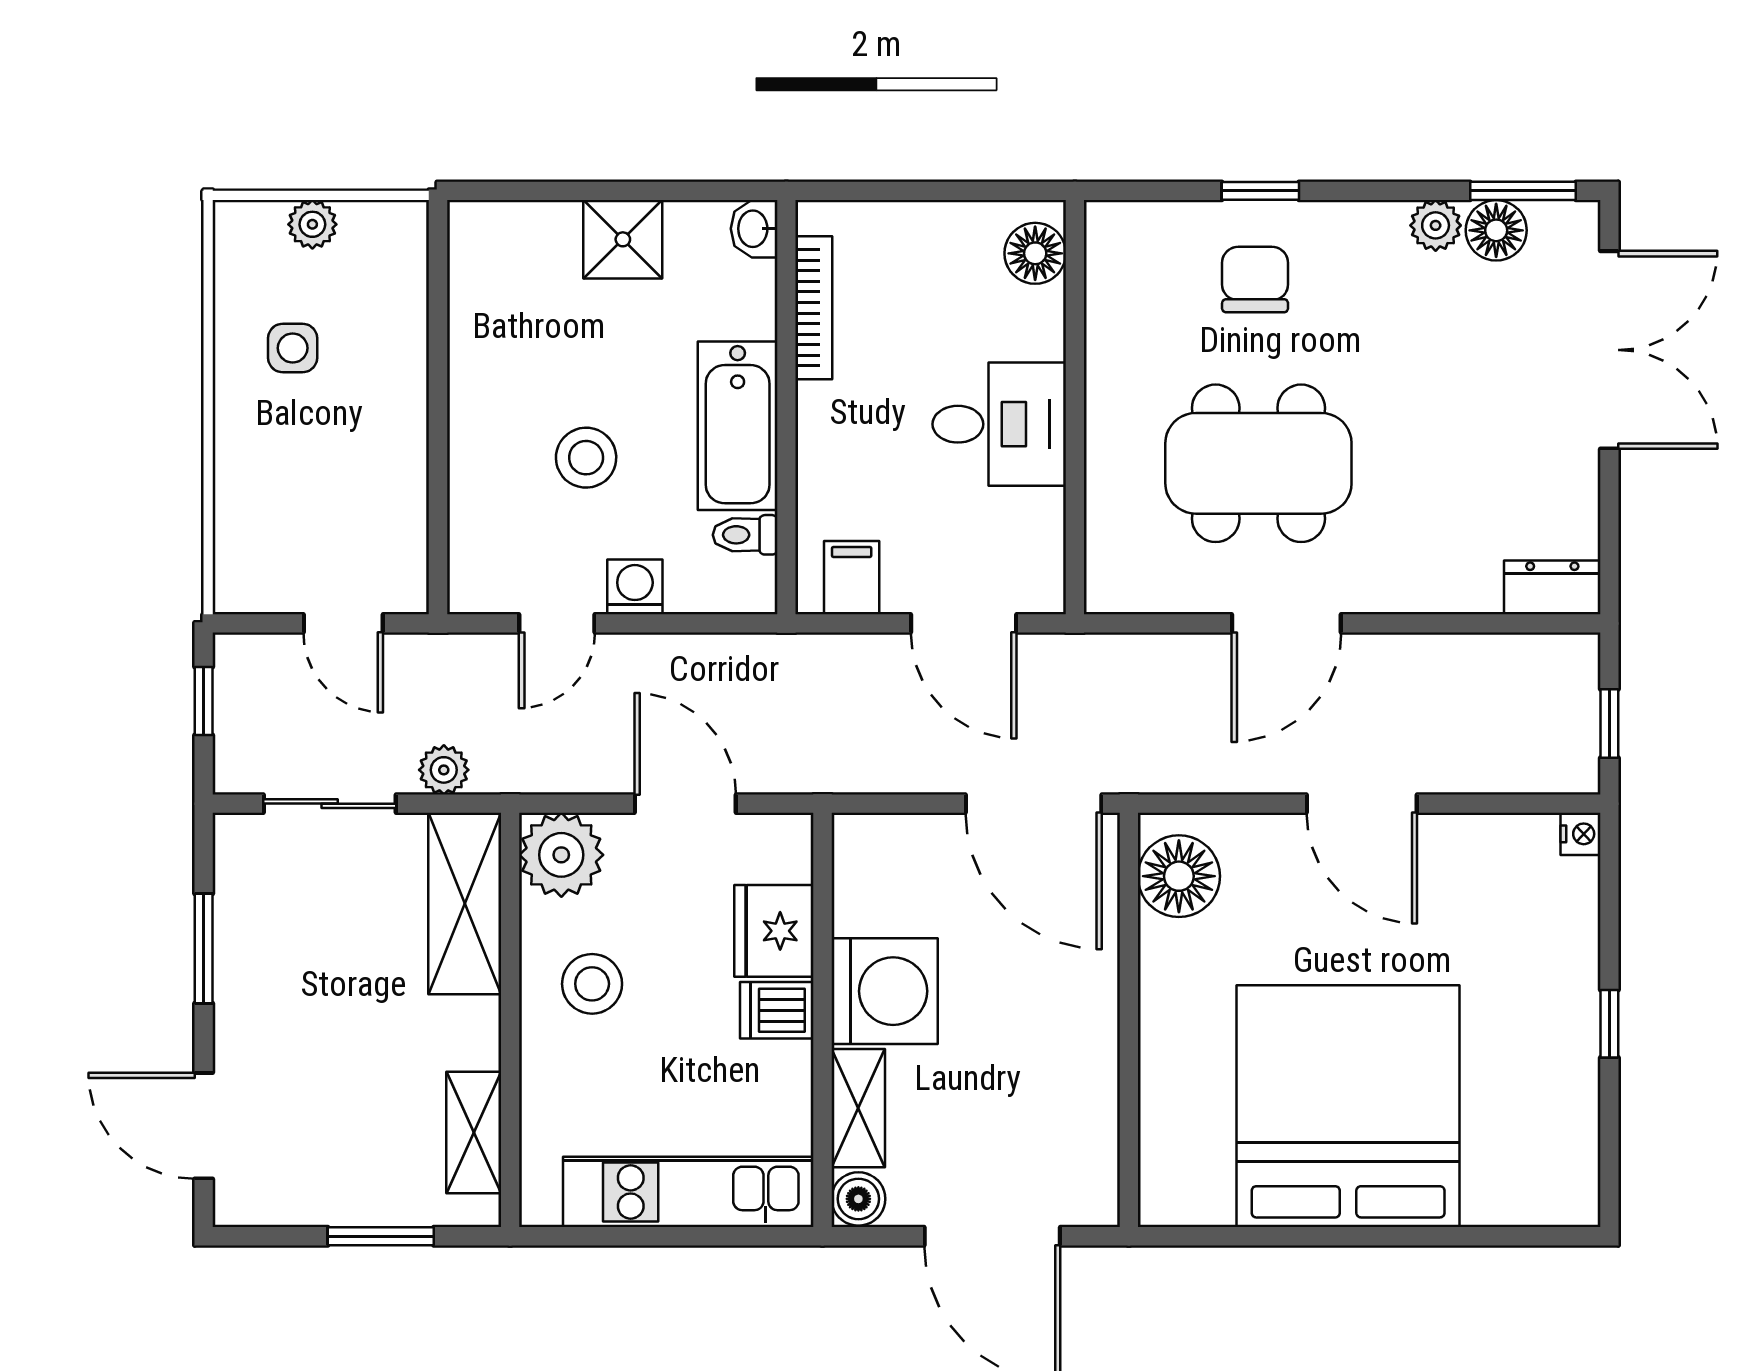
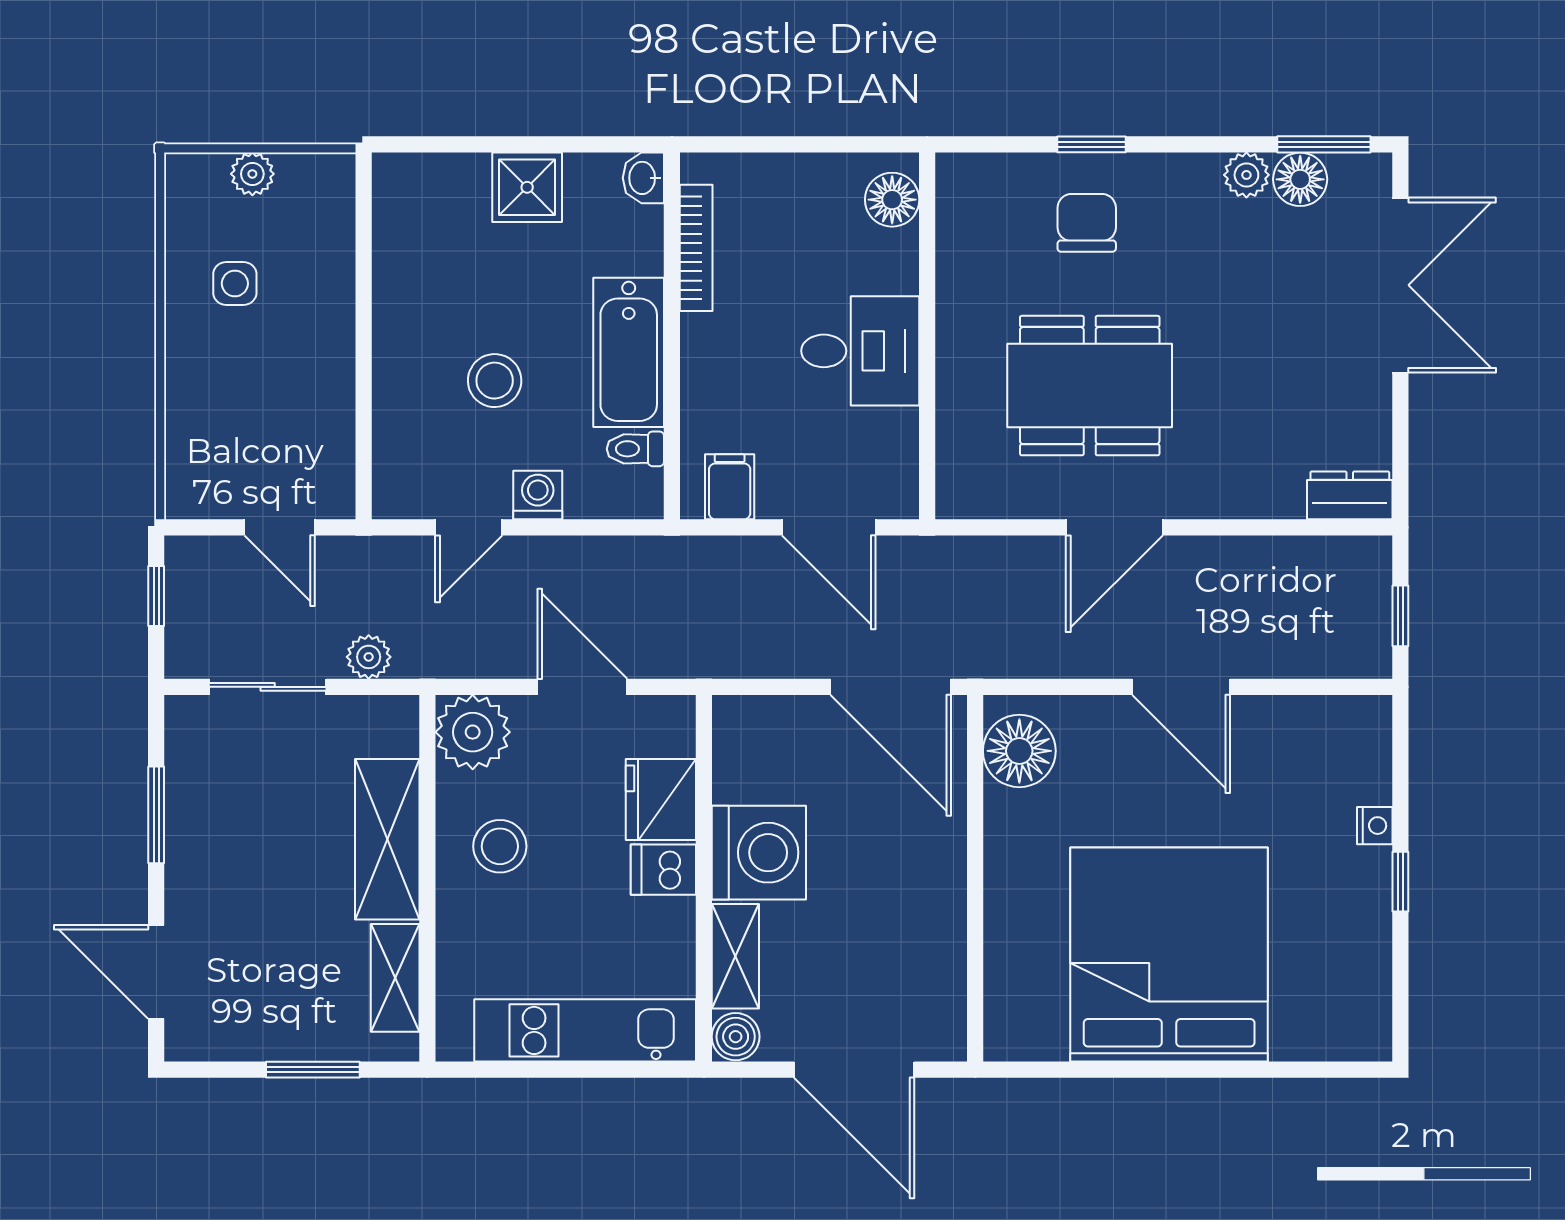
nightstand: (1581, 834) -> (1375, 826), moved
shelving: (465, 904) -> (387, 839), moved

